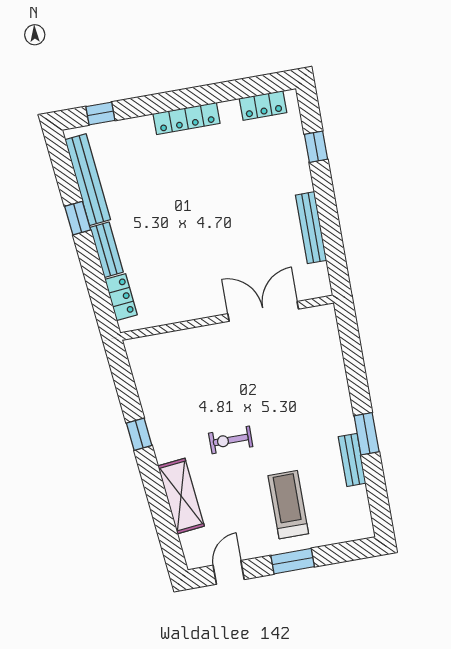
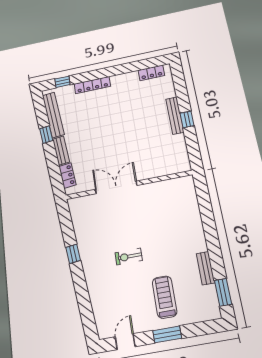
locker: (186, 118) -> (92, 85), moved
window: (316, 147) -> (187, 119), moved
bench: (311, 228) -> (175, 115), moved
double door: (263, 311) -> (116, 187), moved
window: (367, 434) -> (223, 292), moved
shelving: (181, 496) -> (97, 292), removed

